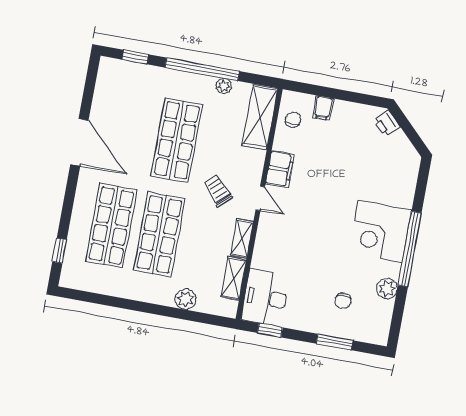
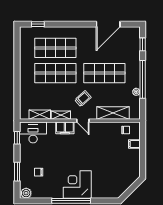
shelving: (260, 117) -> (113, 113), moved
printer: (387, 123) -> (133, 178), removed
door: (79, 142) -> (108, 24), moved
filing cabinet: (280, 169) -> (65, 128), moved
door: (260, 198) -> (83, 121), hinge flipped
plant: (387, 289) -> (26, 193), moved
plant: (186, 299) -> (25, 92), removed

